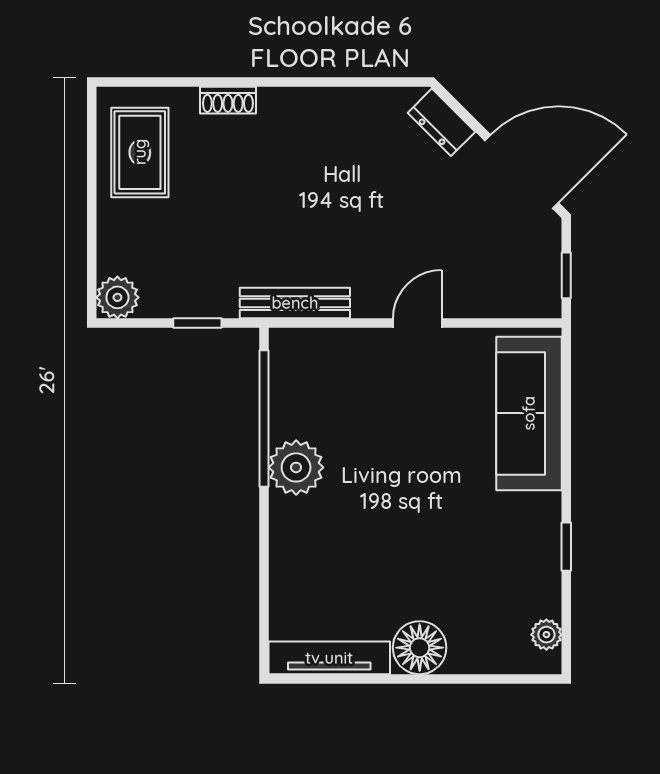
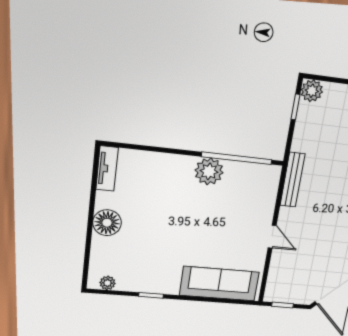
window: (197, 323) -> (295, 107), moved
tv unit: (329, 658) -> (107, 169), width x0.71

